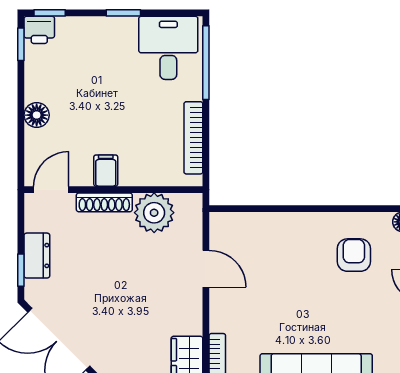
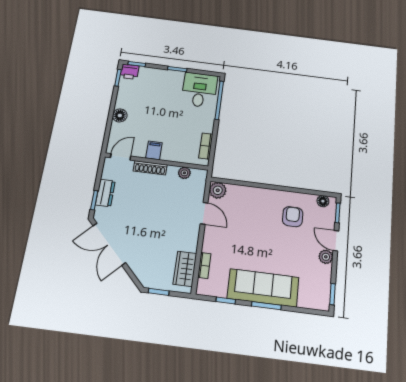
bookcase: (193, 138) -> (206, 146), width x0.64
plant: (154, 213) -> (184, 173), width x0.53, depth x0.53
plant: (224, 226) -> (218, 190), added

